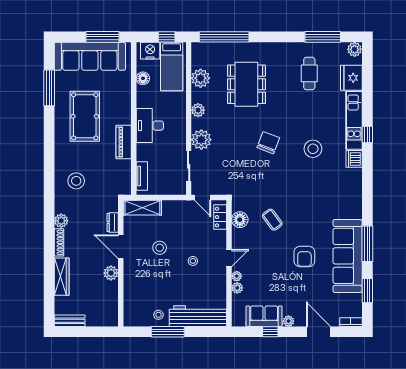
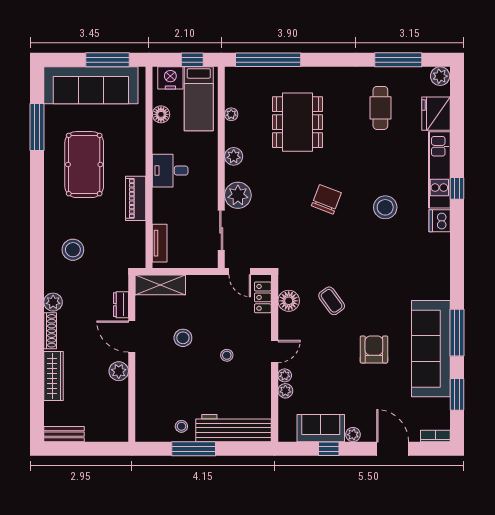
plant: (201, 78) -> (231, 114), width x0.53, depth x0.53
desk: (150, 126) -> (170, 171), width x0.73
armchair: (304, 257) -> (374, 349), turned 180

